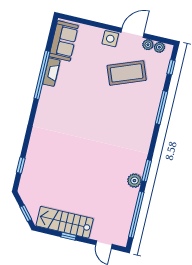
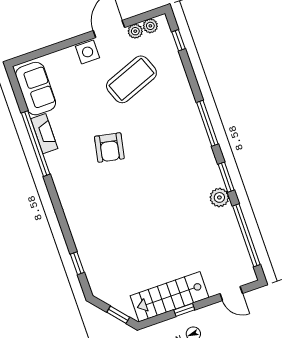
armchair: (86, 106) -> (109, 148), added
window: (162, 108) -> (207, 123), moved

